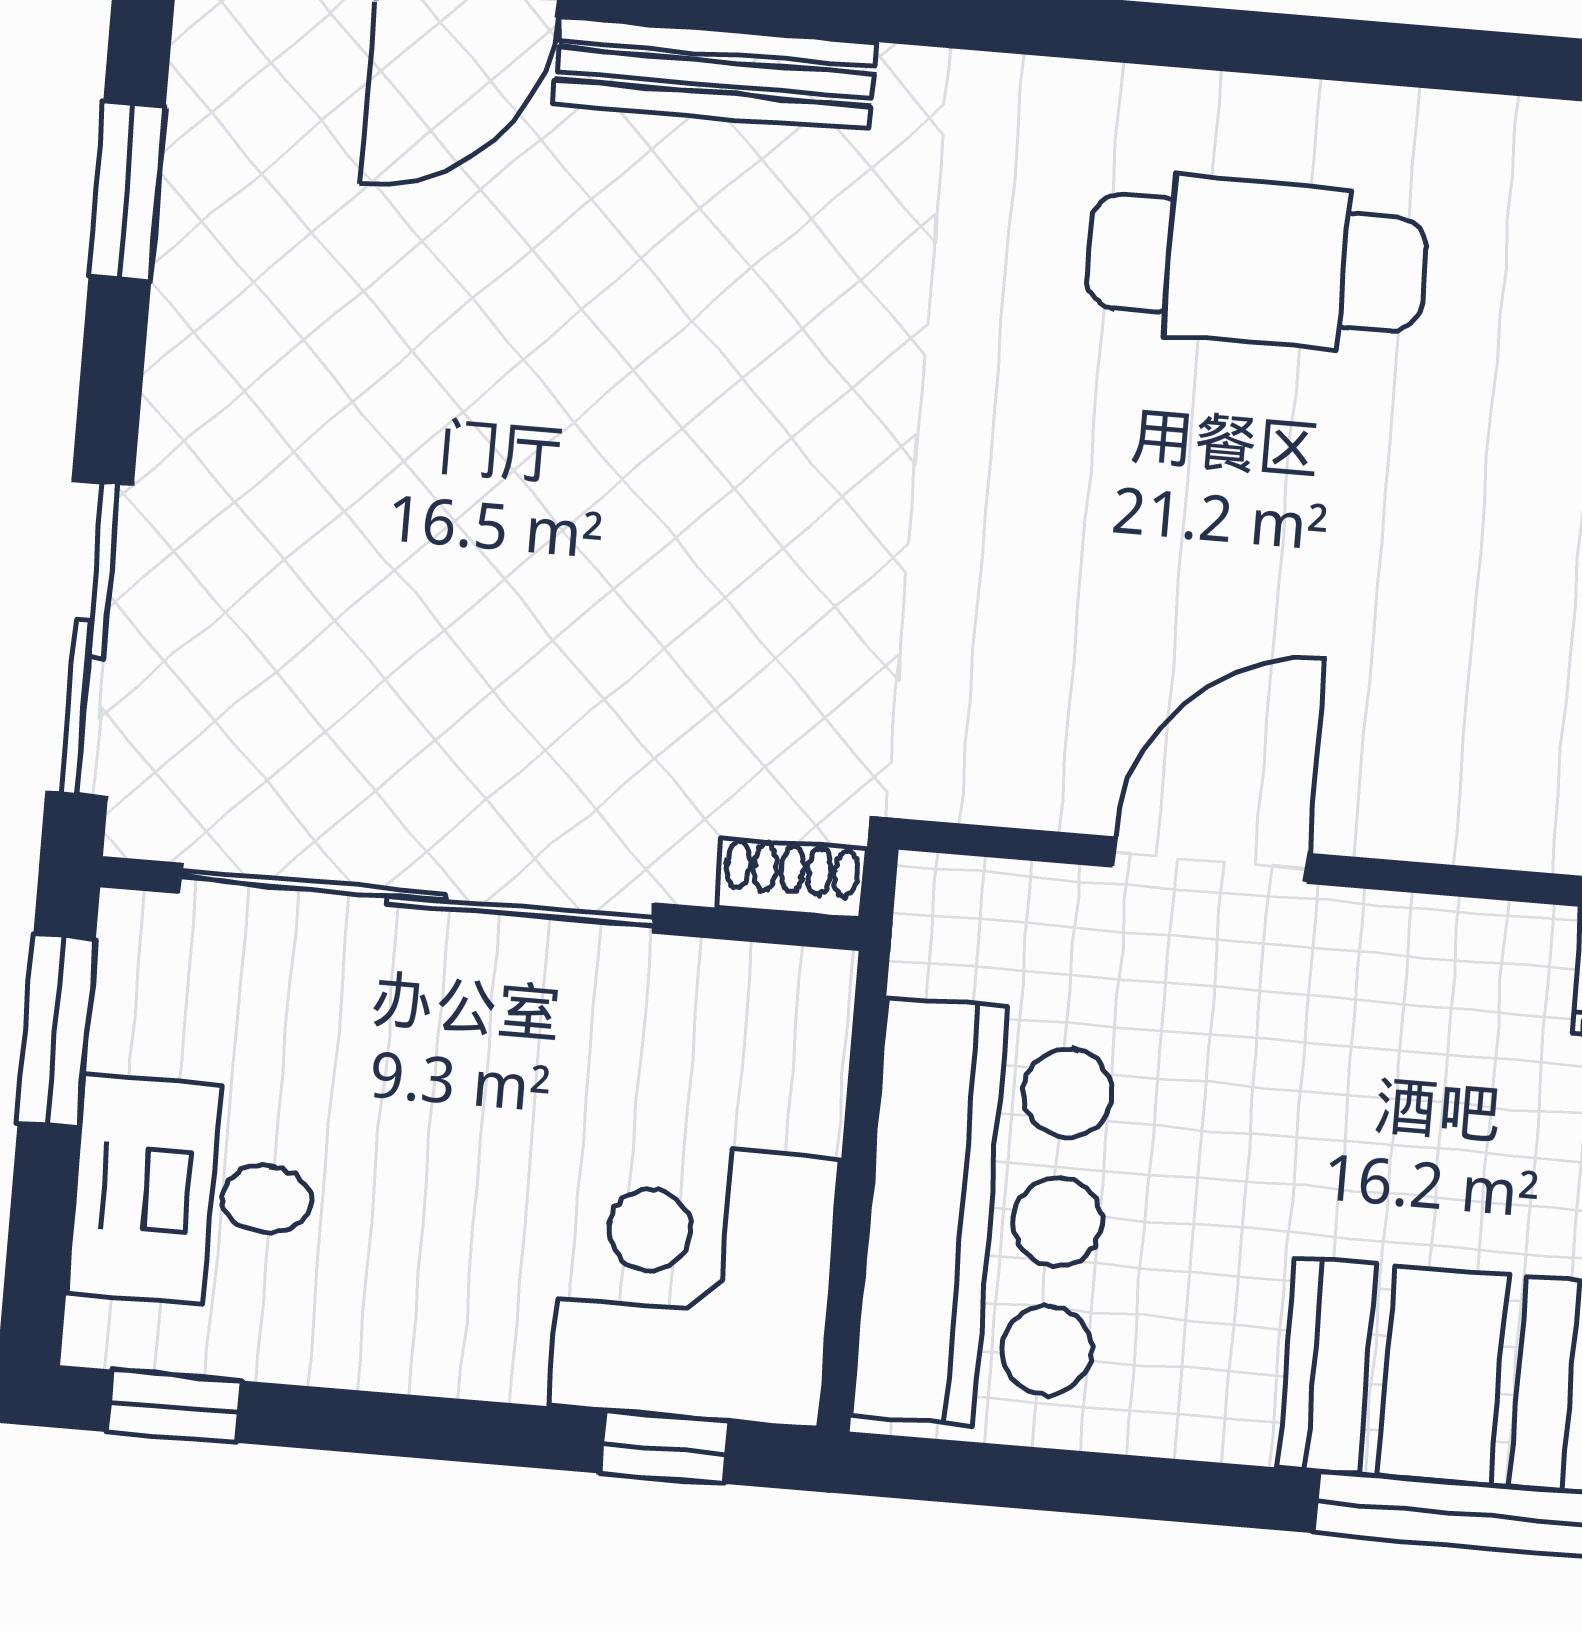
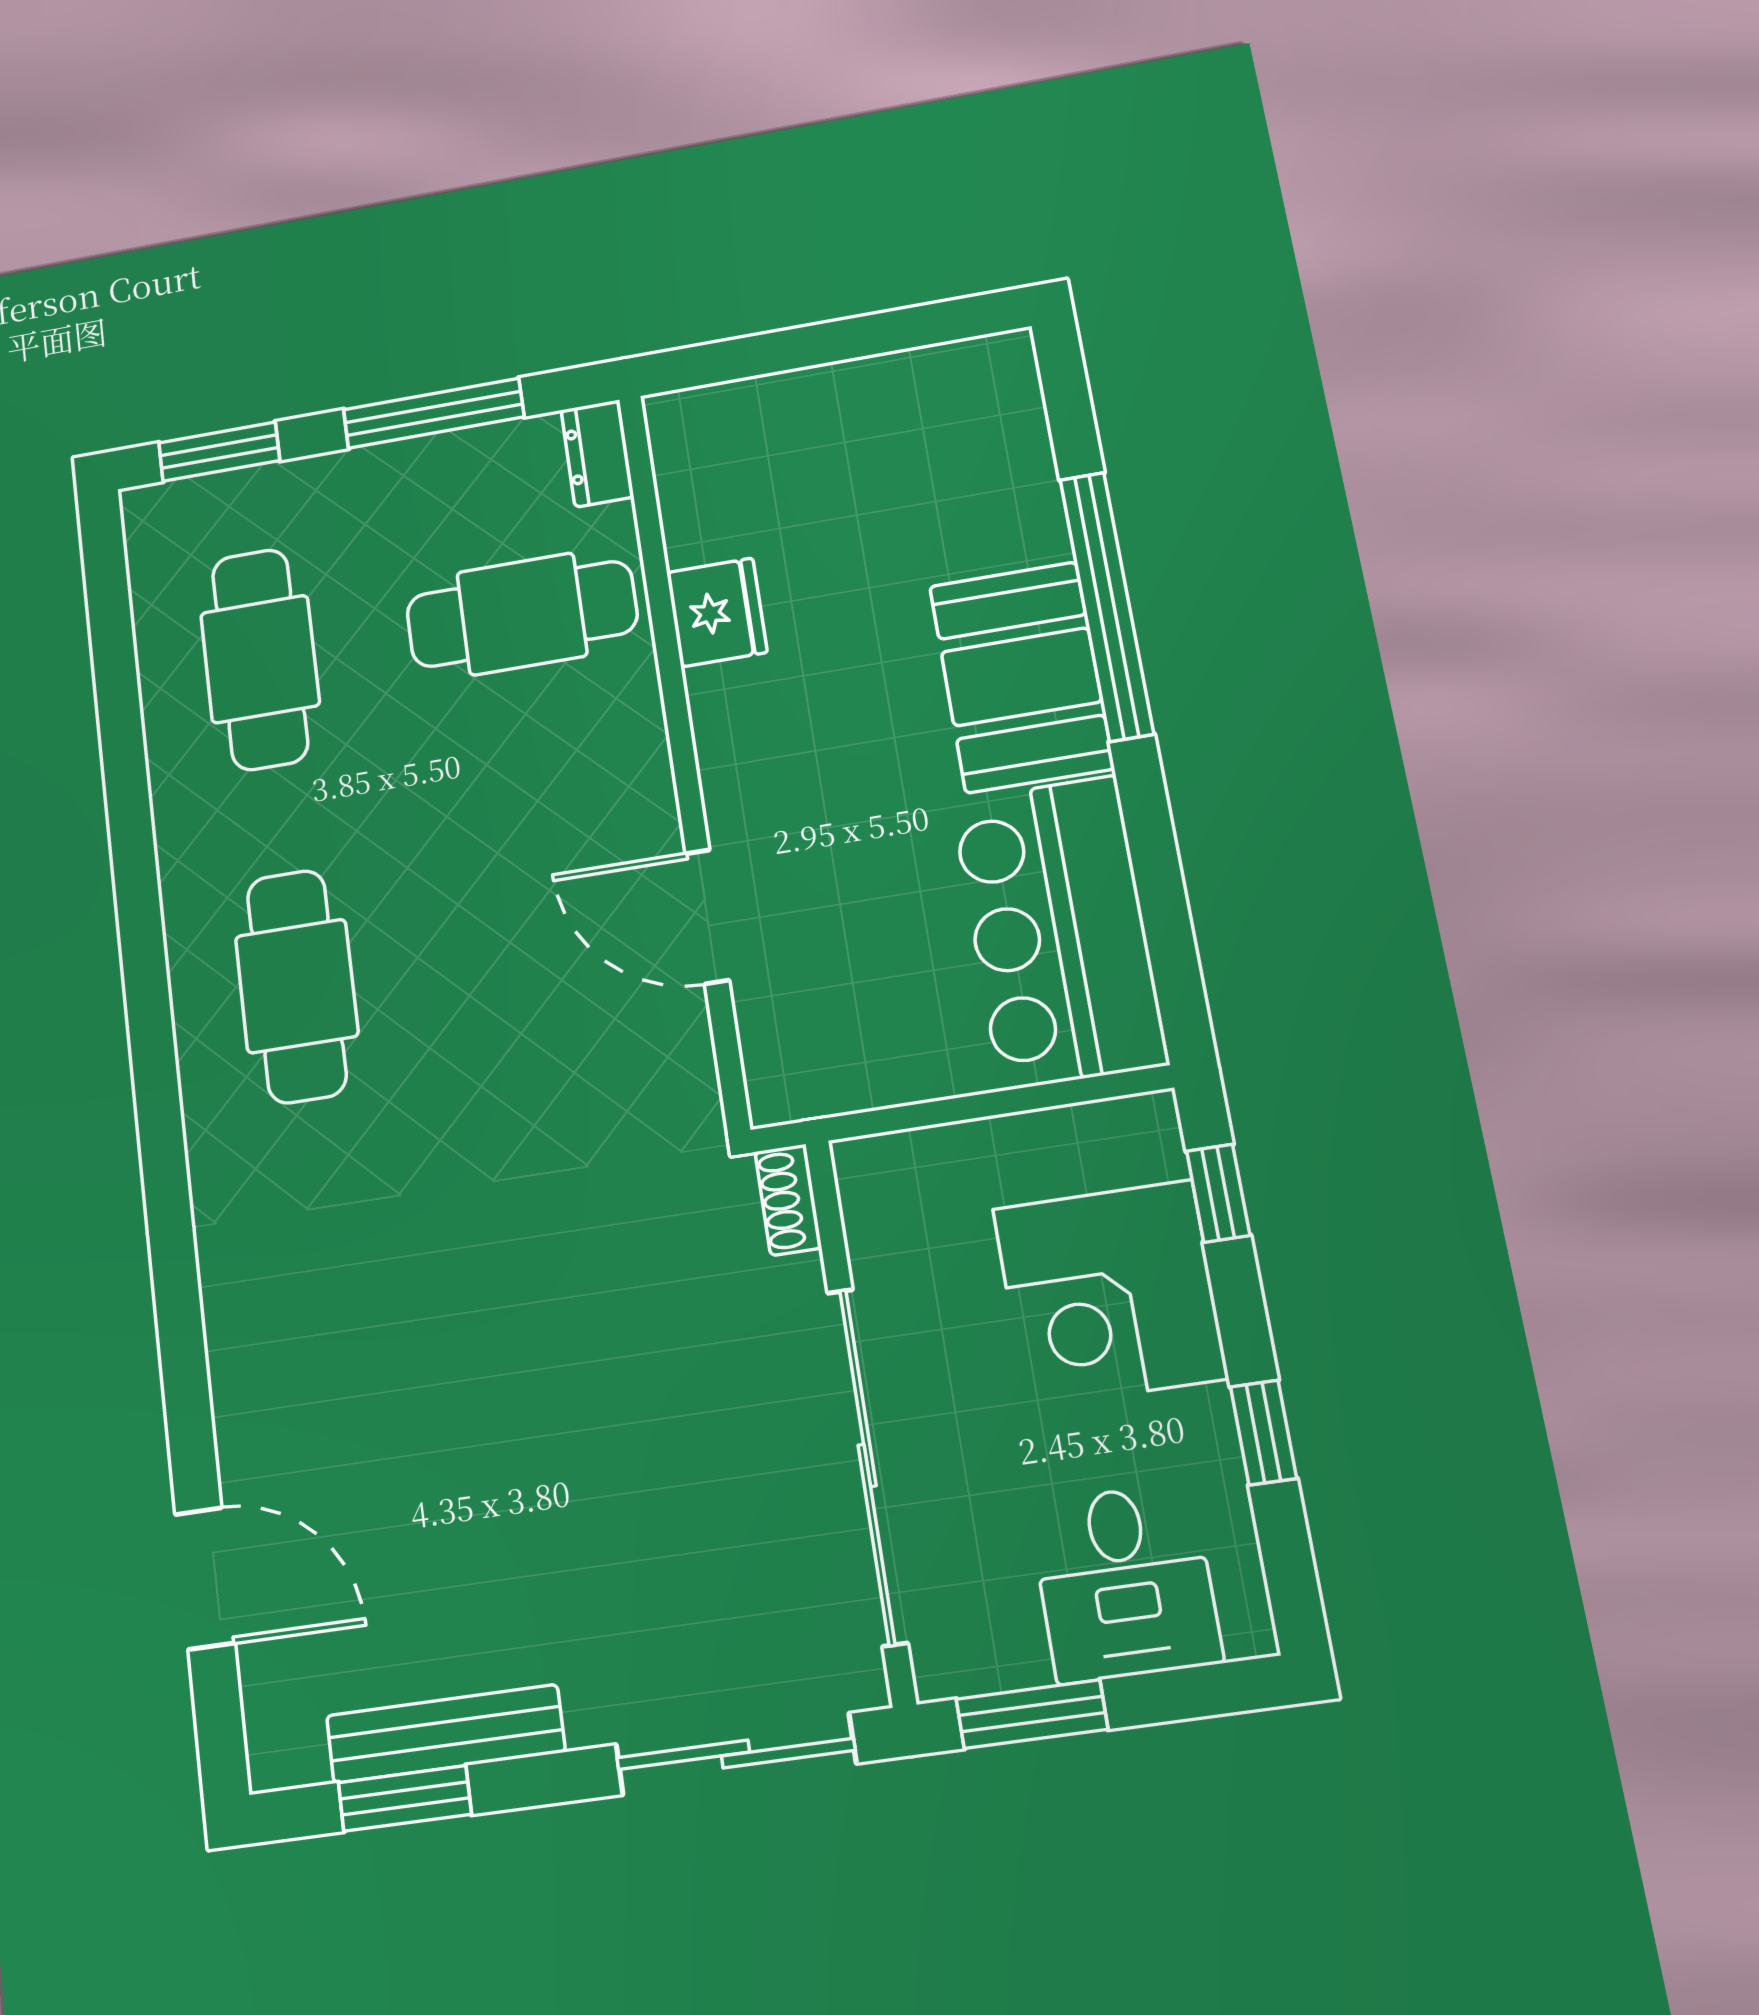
bench: (715, 73) -> (445, 1734), moved, turned 90
bar counter: (985, 1216) -> (1059, 931), moved, turned -90
corner desk: (695, 1282) -> (1110, 1293), moved
window: (175, 1406) -> (1264, 1432), moved

